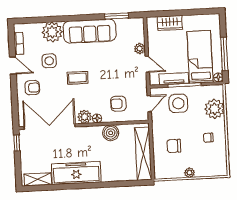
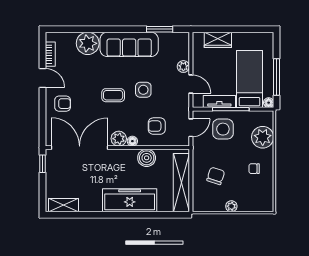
side table: (49, 61) -> (143, 90), moved
chair: (174, 146) -> (216, 176), turned 108
freezer: (76, 173) -> (130, 200), moved

